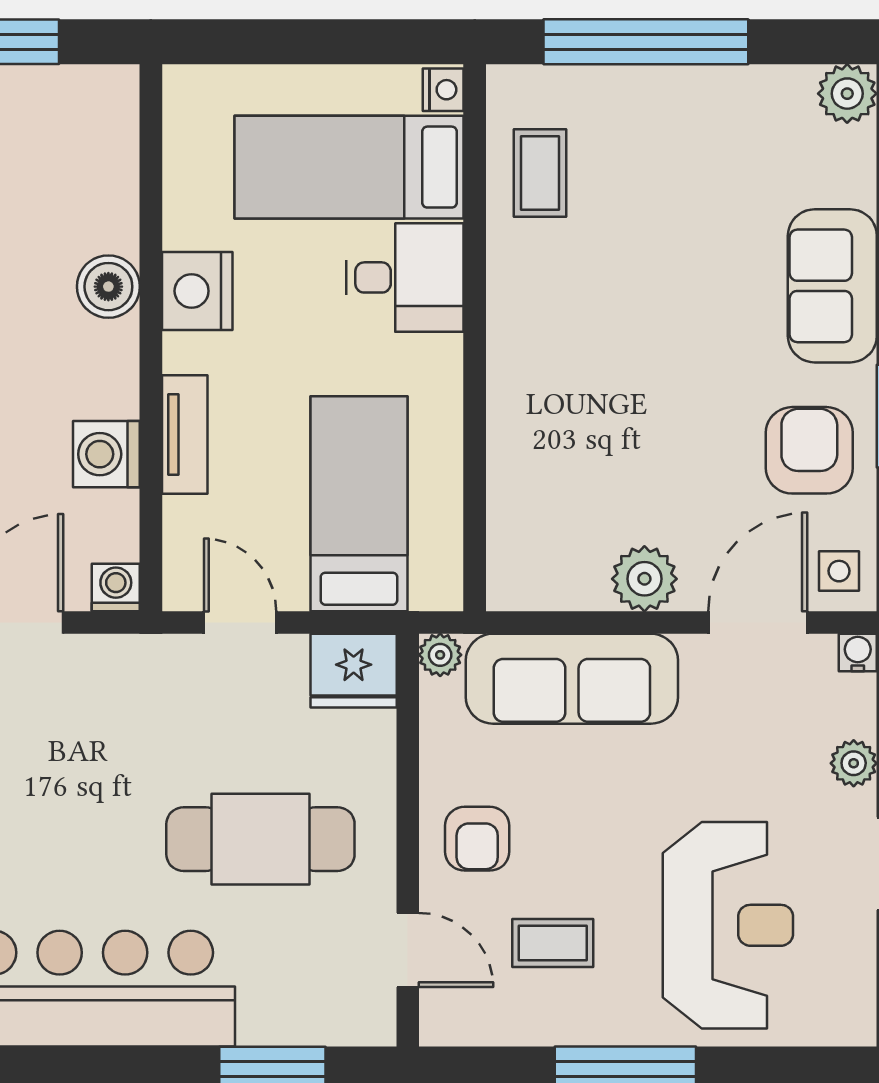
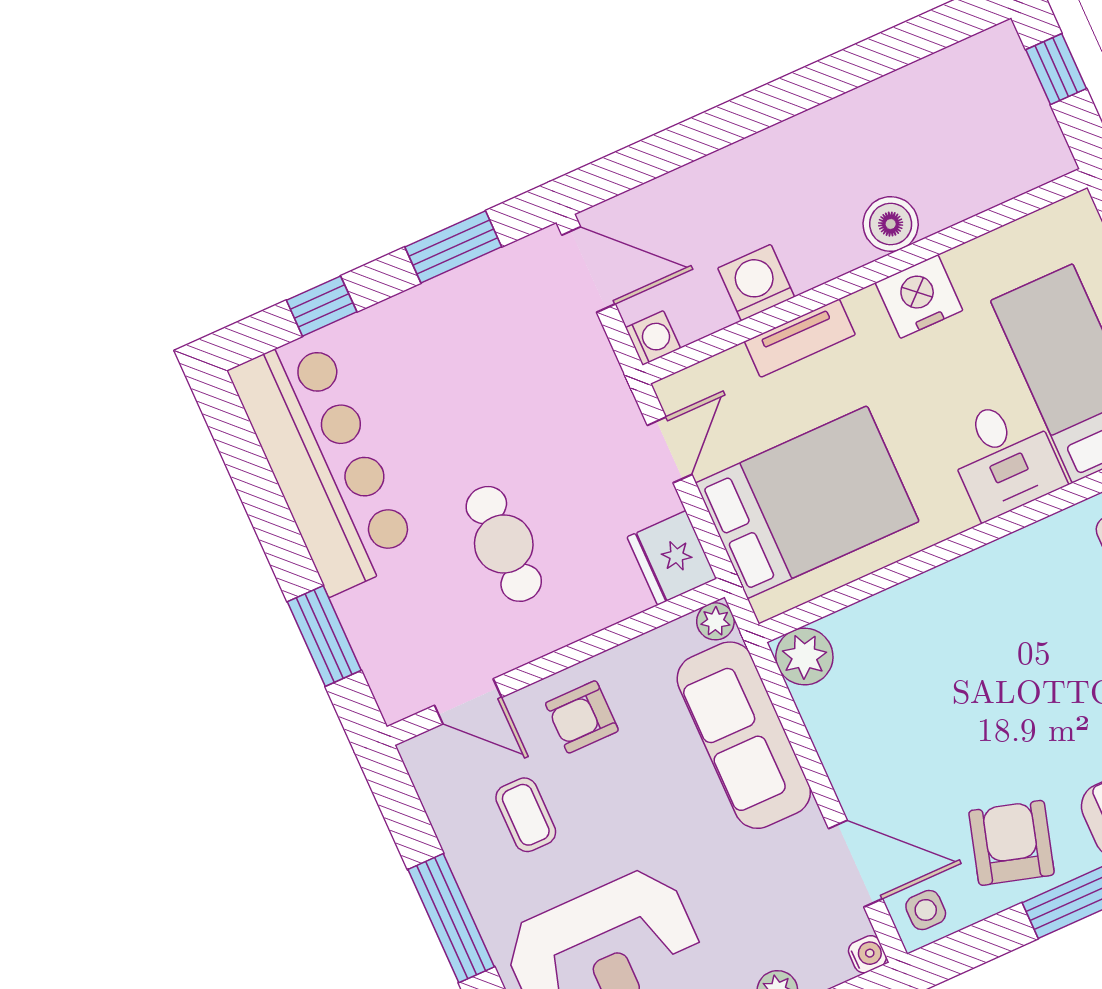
armchair: (809, 450) -> (1011, 843), turned -74
bed: (359, 504) -> (807, 502), width x1.50
plant: (644, 579) -> (804, 657), moved
cafe table: (260, 839) -> (504, 544), width x0.73, depth x0.74
door: (408, 950) -> (468, 701), hinge flipped

